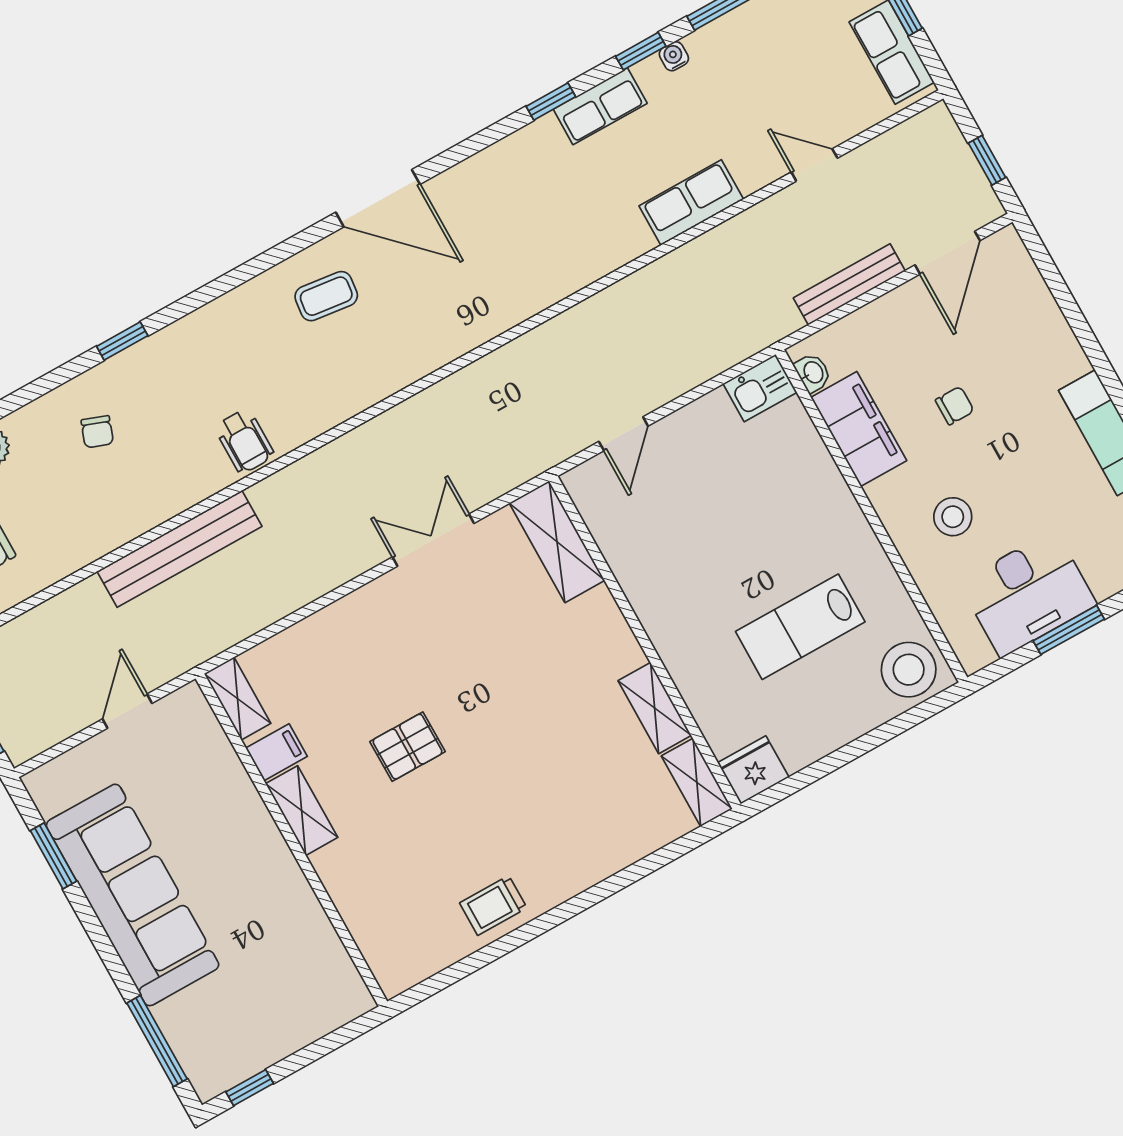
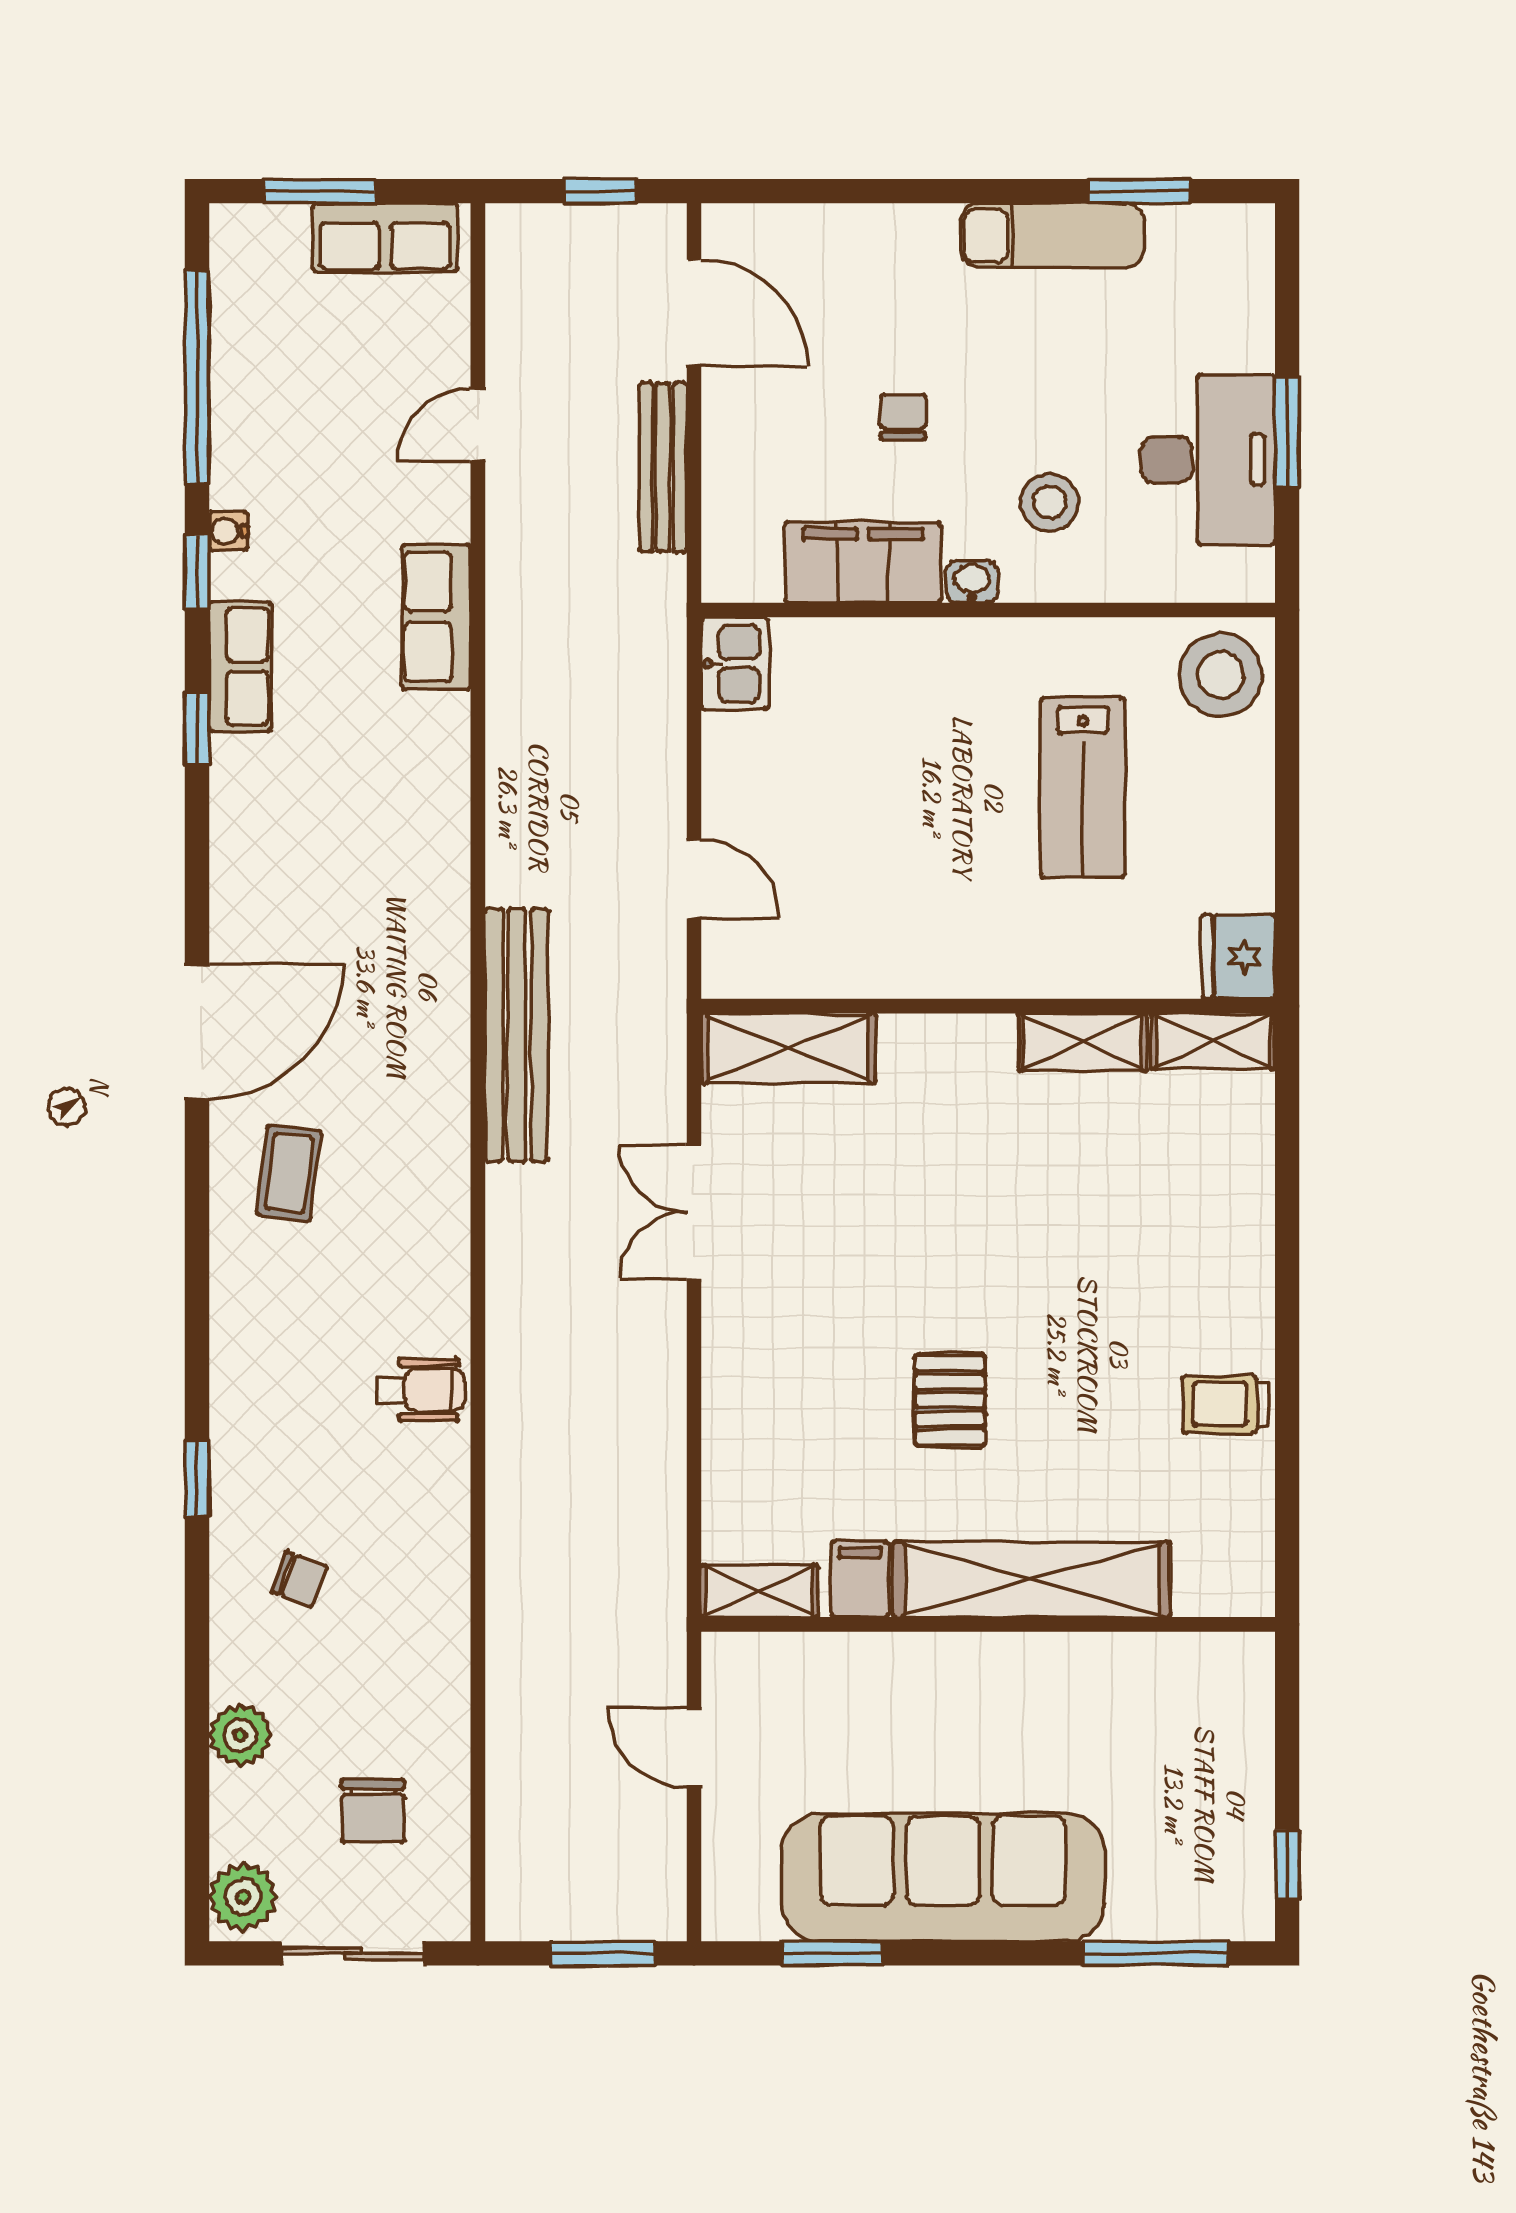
washbasin: (813, 373) -> (972, 582), moved
bench: (180, 549) -> (517, 1035), moved
shelving: (302, 811) -> (1032, 1579), width x2.20, depth x1.33
trolley: (493, 905) -> (1226, 1404), turned 90

